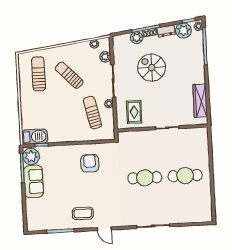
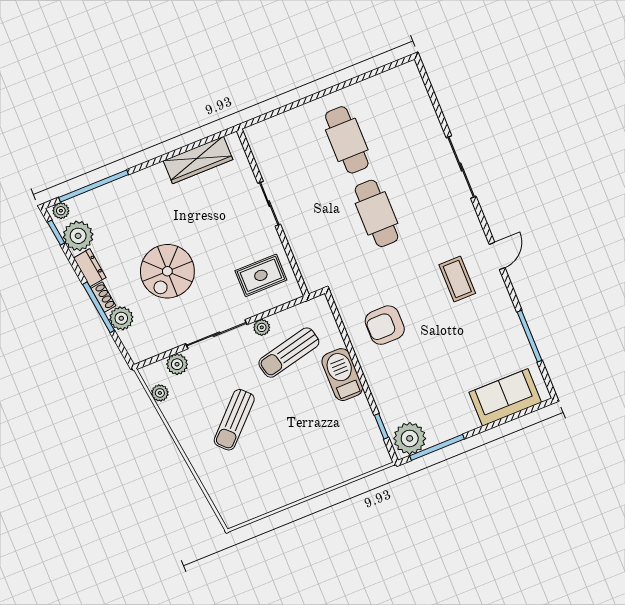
sun lounger: (39, 74) -> (251, 477), removed
barbecue: (35, 137) -> (342, 375), moved
sofa: (34, 182) -> (505, 397), moved
coffee table: (83, 213) -> (457, 279), moved

